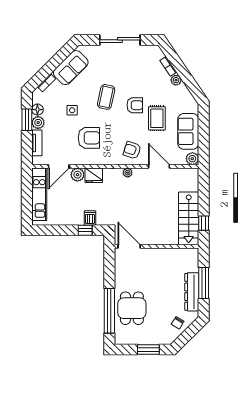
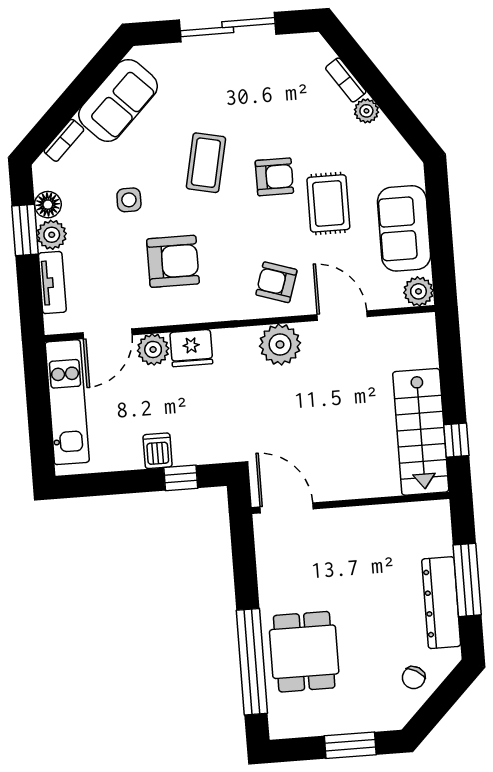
plant: (128, 173) -> (280, 345), width x1.88, depth x1.88
dishwasher: (90, 218) -> (158, 451), moved

